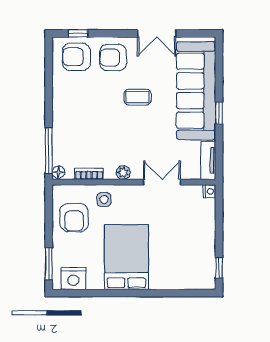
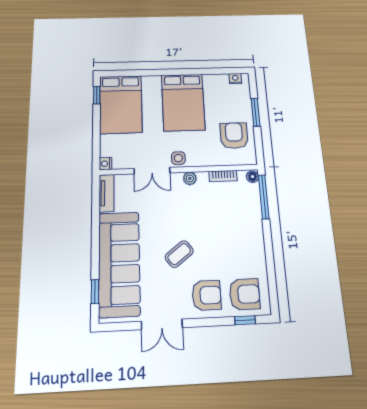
double door: (157, 33) -> (162, 324), swing flipped
coffee table: (138, 97) -> (179, 254), turned -37
window: (219, 113) -> (95, 292), moved
side table: (104, 200) -> (178, 158), moved
bed: (193, 257) -> (121, 104), added
window: (49, 264) -> (255, 112), moved
nightstand: (73, 279) -> (235, 79), width x0.53, depth x0.56

